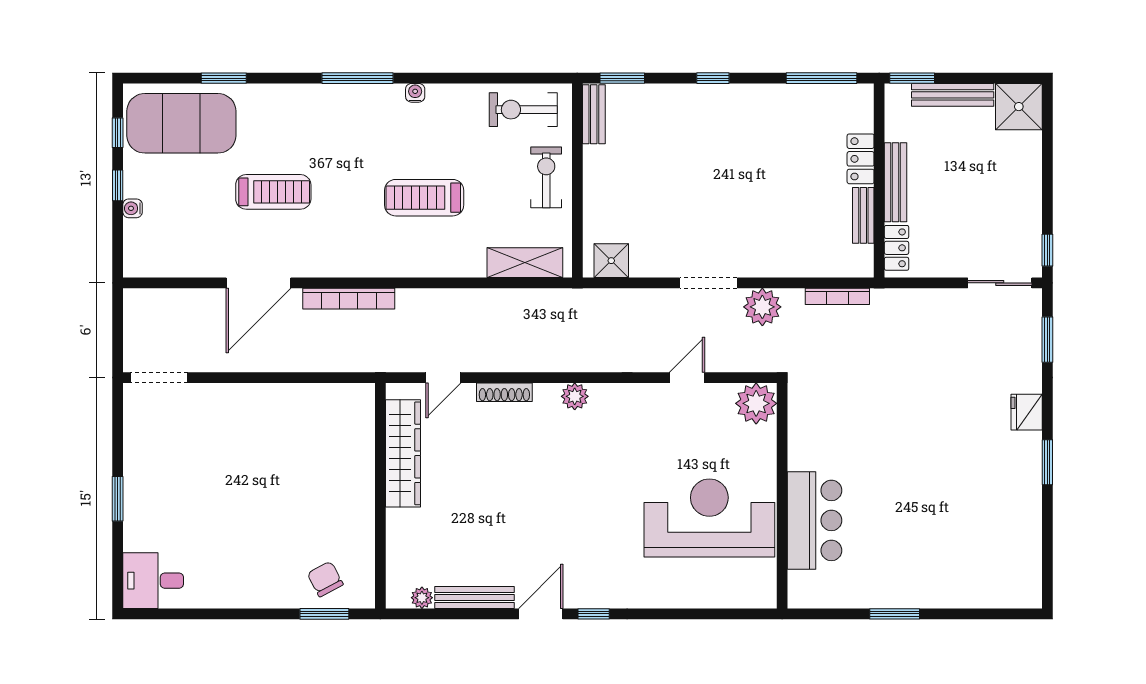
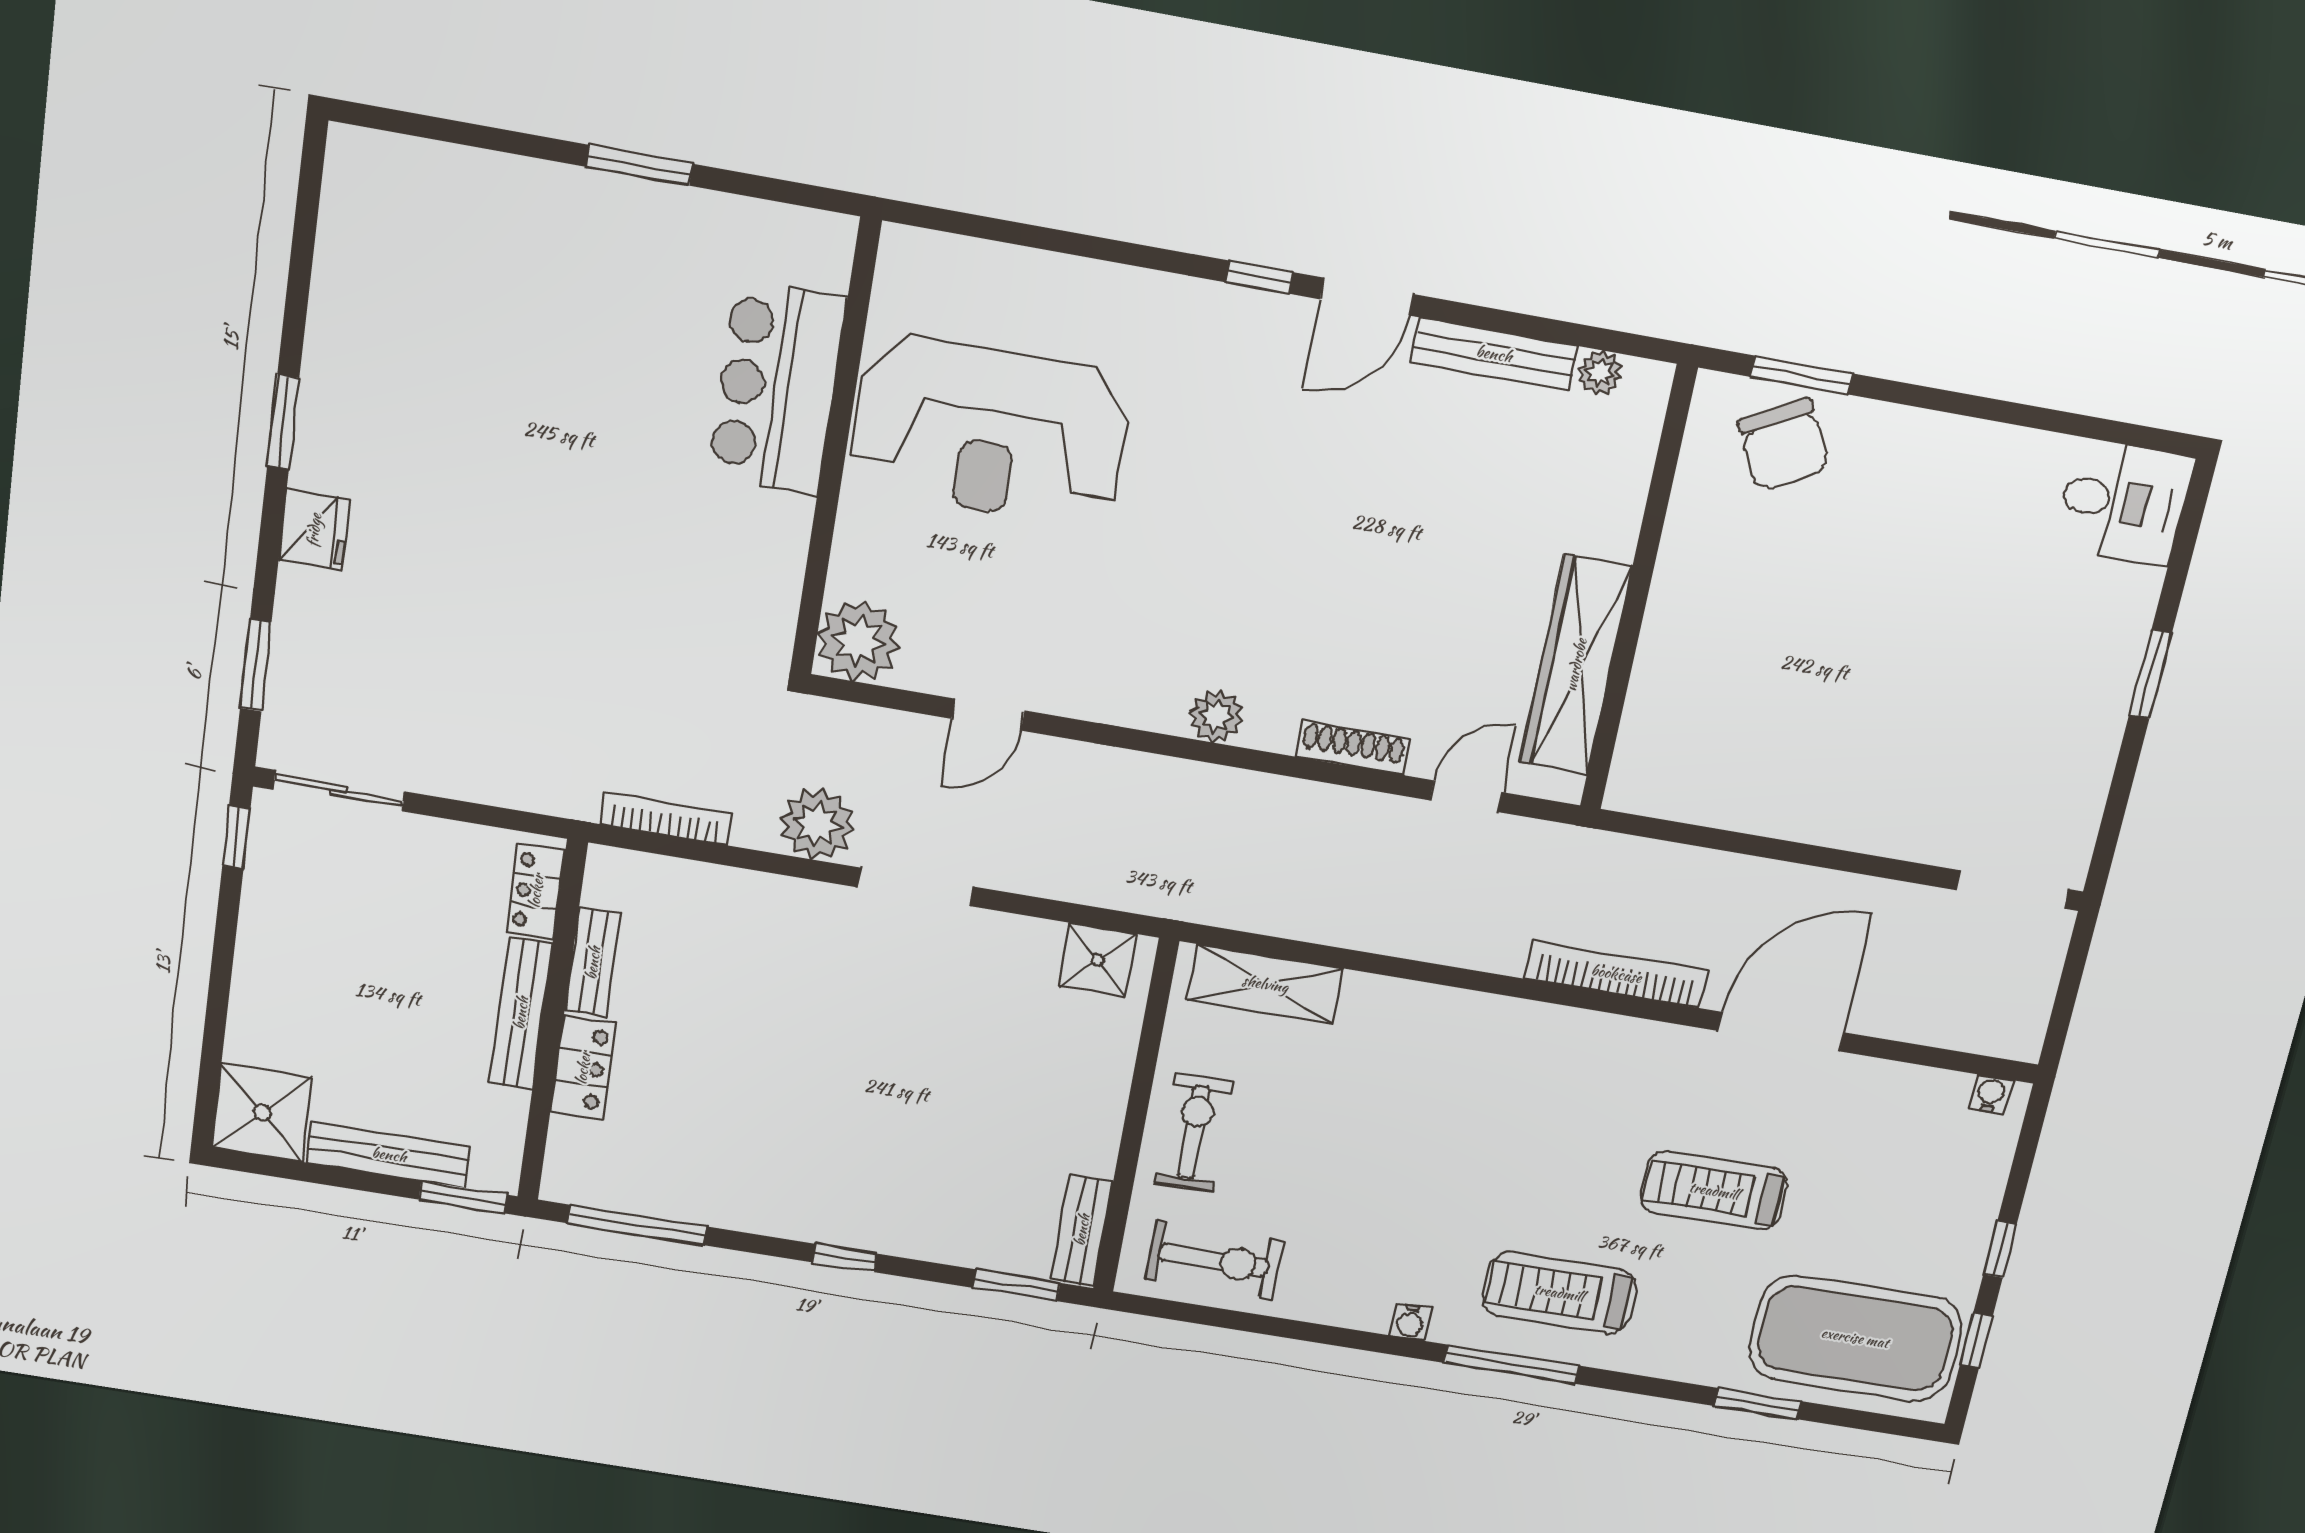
exercise bike: (546, 177) -> (1194, 1133), turned 180
treadmill: (424, 198) -> (1559, 1293), moved, turned 180
water cooler: (133, 208) -> (1991, 1094), moved, turned -90
chair: (325, 579) -> (1784, 445), width x1.37, depth x1.37

